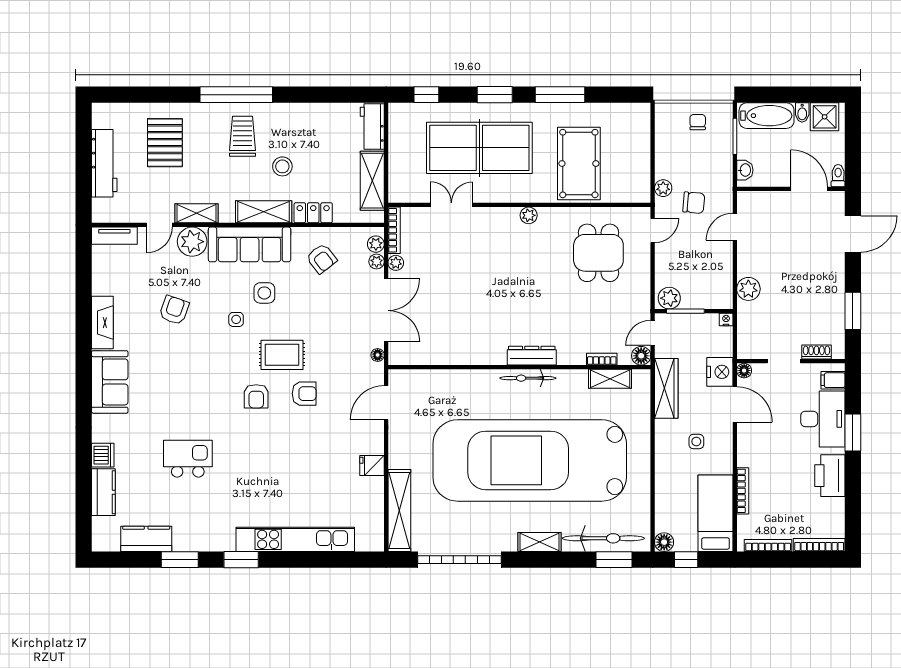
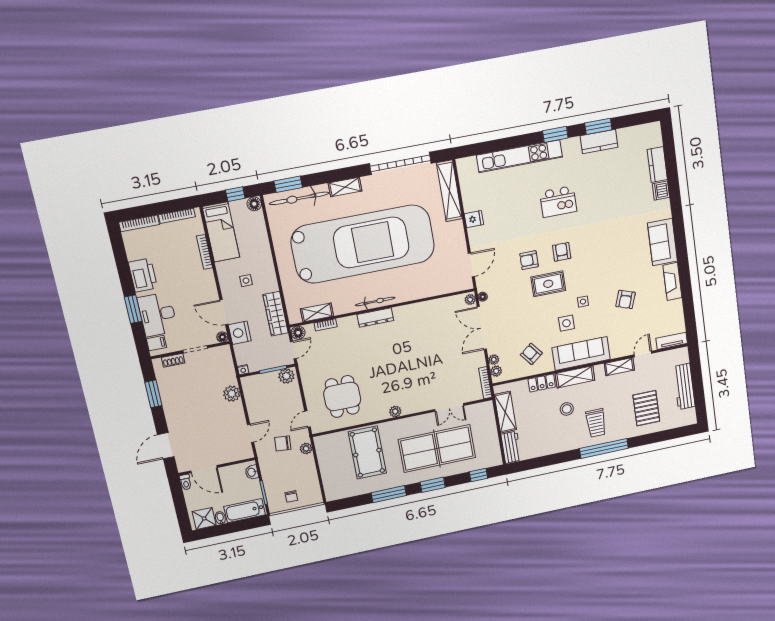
plant: (192, 242) -> (620, 347), removed
plant: (396, 263) -> (470, 300), moved
kitchen island: (188, 459) -> (558, 202), moved
kitchen counter: (146, 539) -> (599, 142), moved

